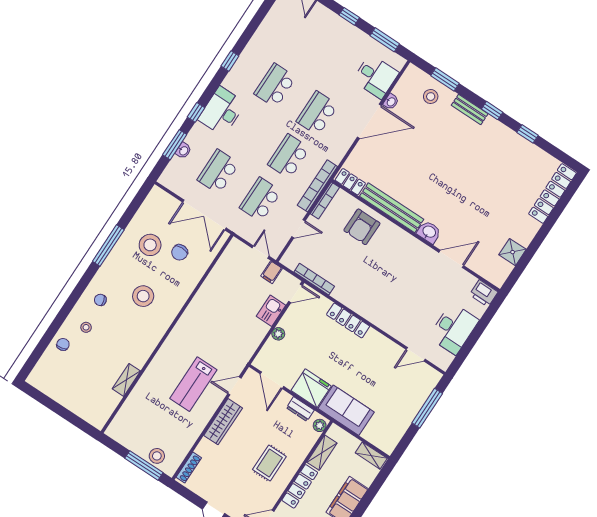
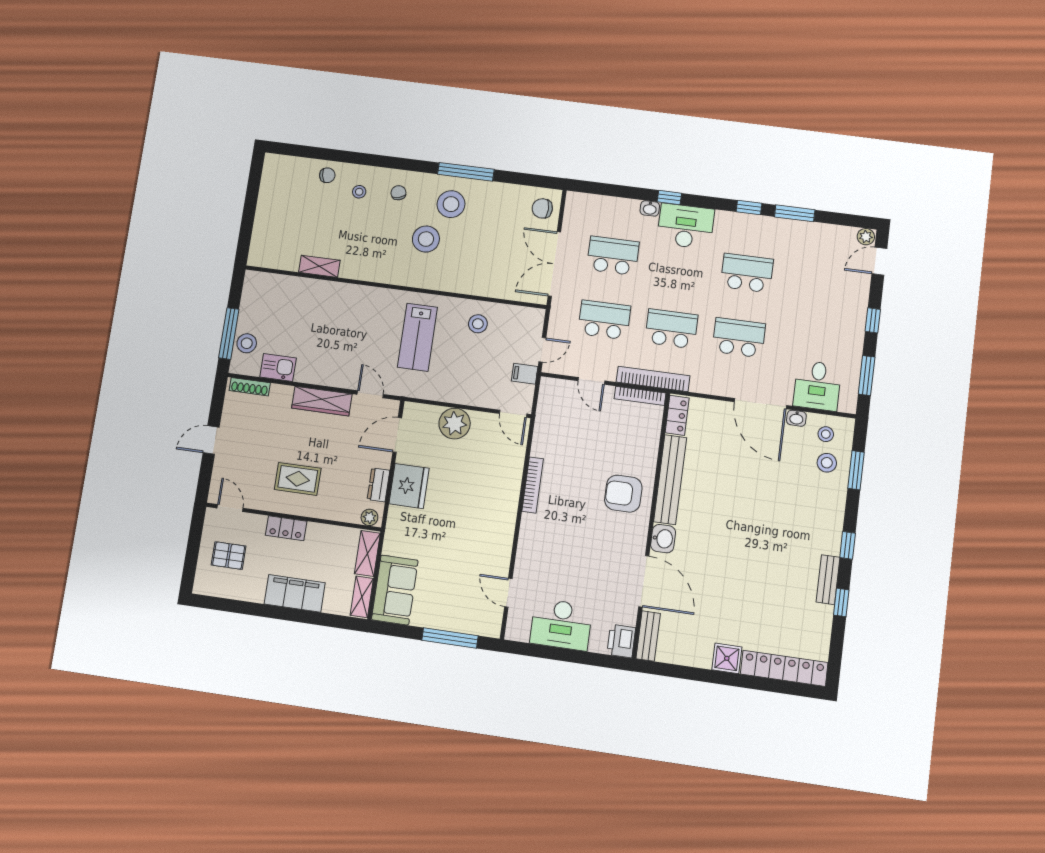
stool: (411, 87) -> (826, 434), added
bench: (470, 109) -> (828, 580), moved
window: (175, 145) -> (795, 213), moved
washbasin: (183, 151) -> (650, 208), moved
armchair: (362, 227) -> (623, 494), moved
stool: (150, 245) -> (451, 204), moved
chair: (180, 252) -> (542, 208), moved
shower: (513, 252) -> (727, 658), moved
door: (451, 259) -> (644, 581), width x1.36
bench: (489, 274) -> (648, 636), added
bookcase: (314, 279) -> (533, 485), moved
stool: (221, 288) -> (478, 324), added
kitchen sink: (271, 311) -> (278, 367), moved
locker: (348, 320) -> (511, 492), removed
plant: (278, 334) -> (455, 424), width x1.87, depth x1.87
lab bench: (193, 384) -> (417, 337), moved, turned -90
sofa: (346, 410) -> (395, 590), moved
shelving: (322, 453) -> (367, 553), moved, turned 90
locker: (300, 486) -> (286, 528), width x0.66

